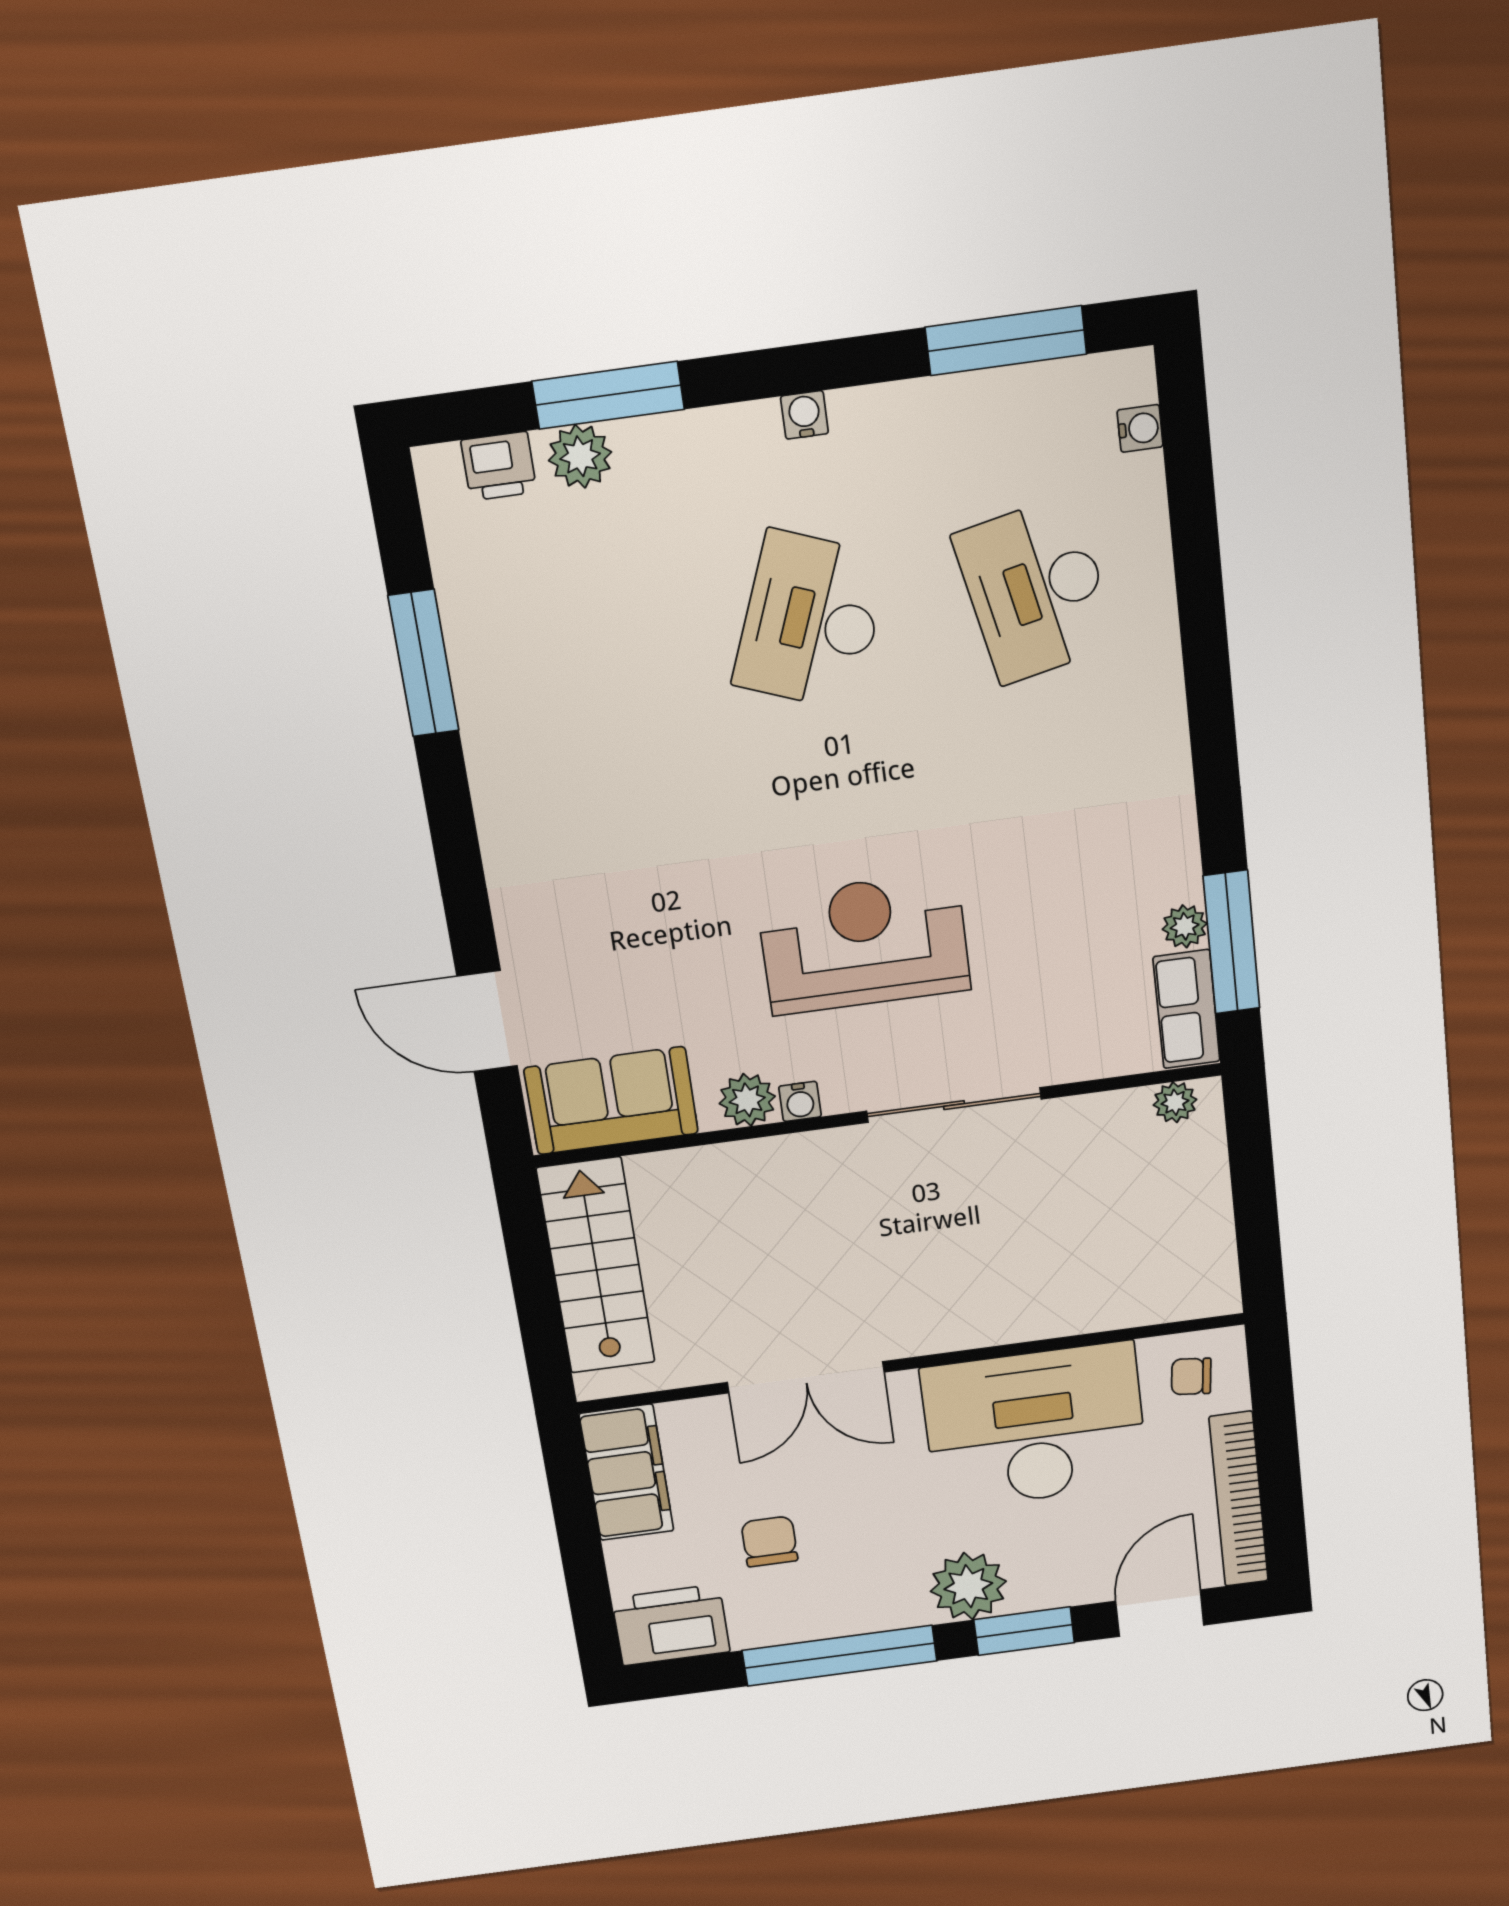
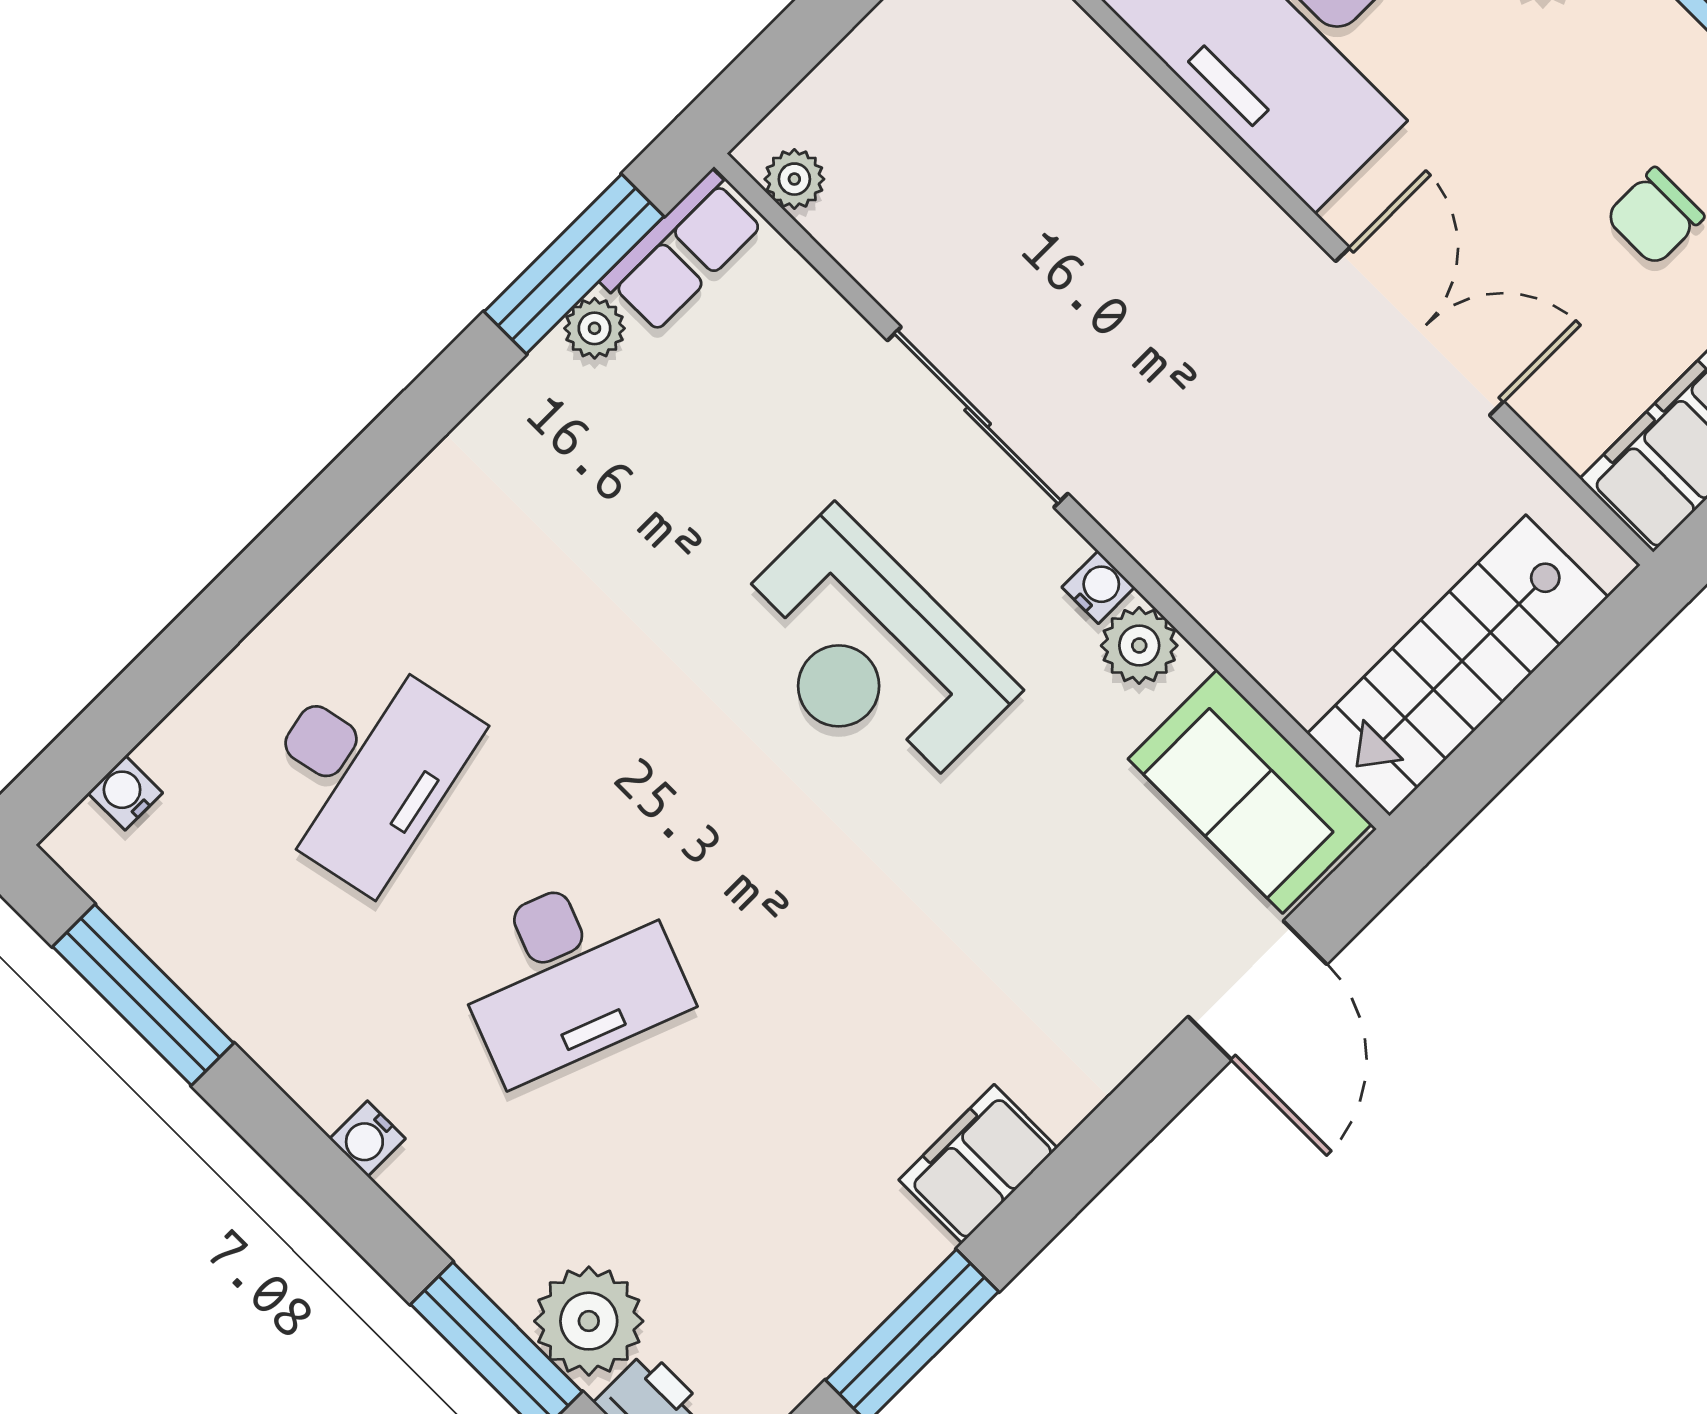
plant: (580, 456) -> (589, 1321), width x1.36, depth x1.36
filing cabinet: (503, 782) -> (978, 1164), added

